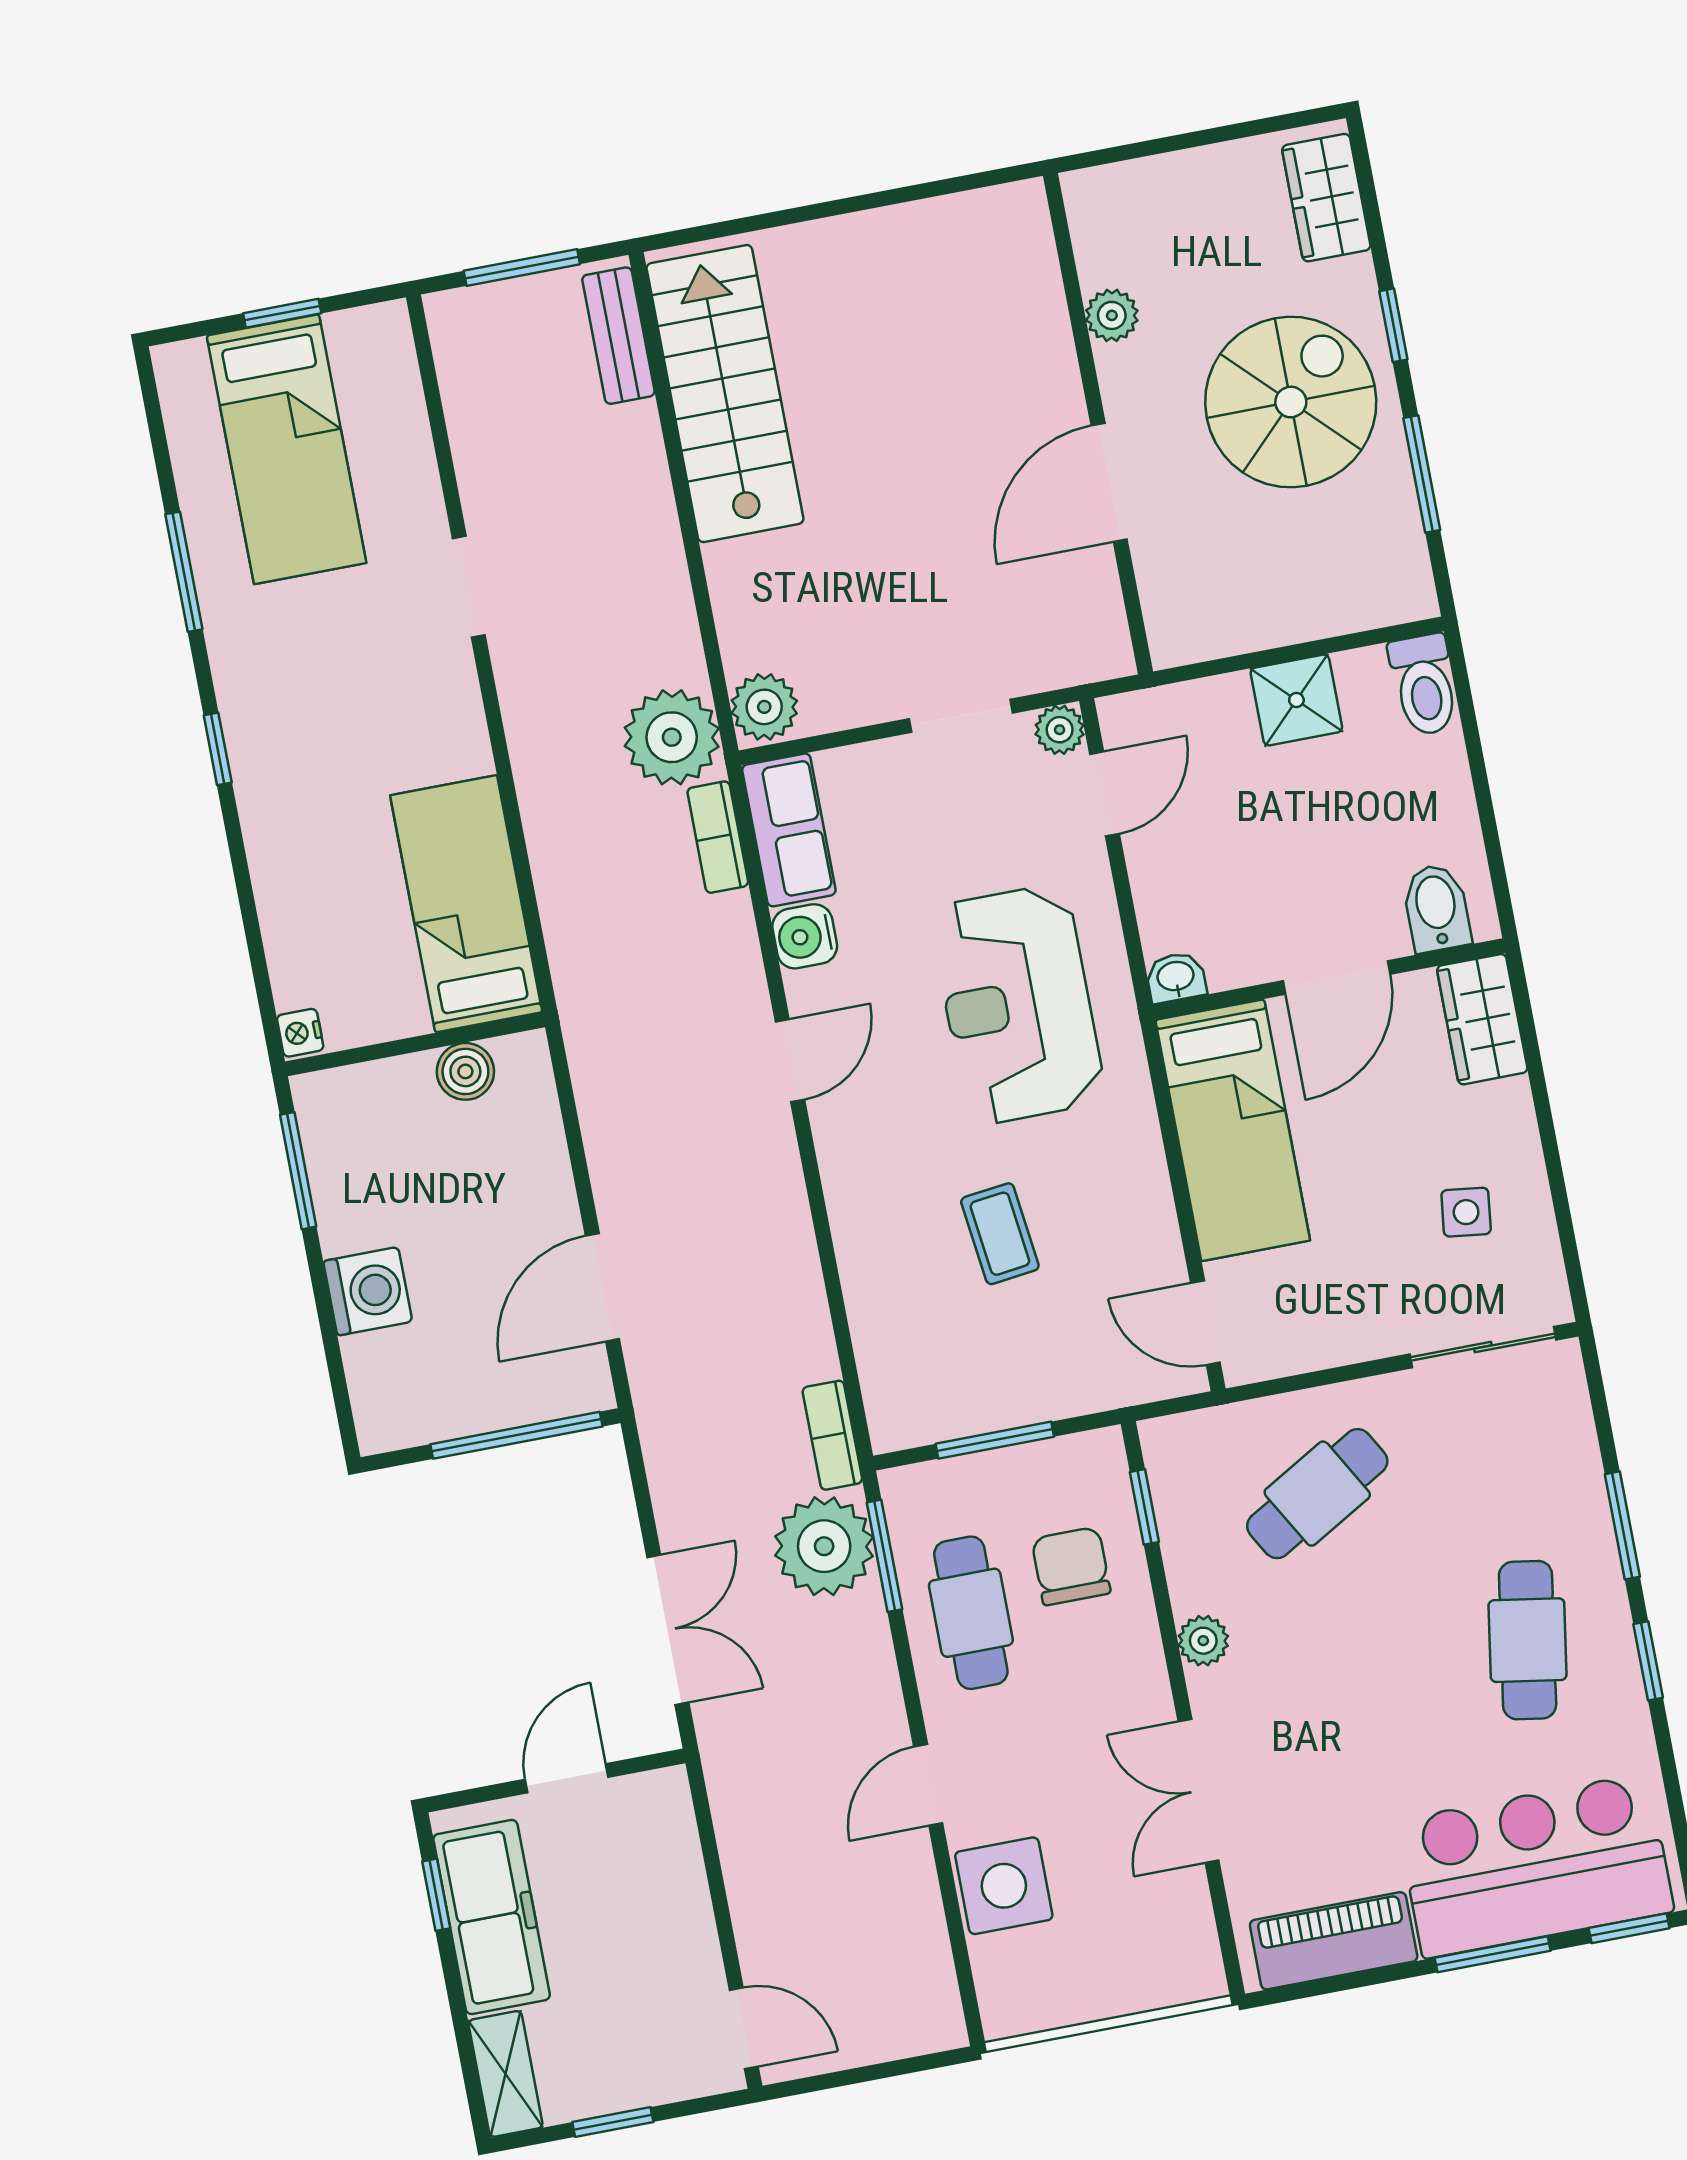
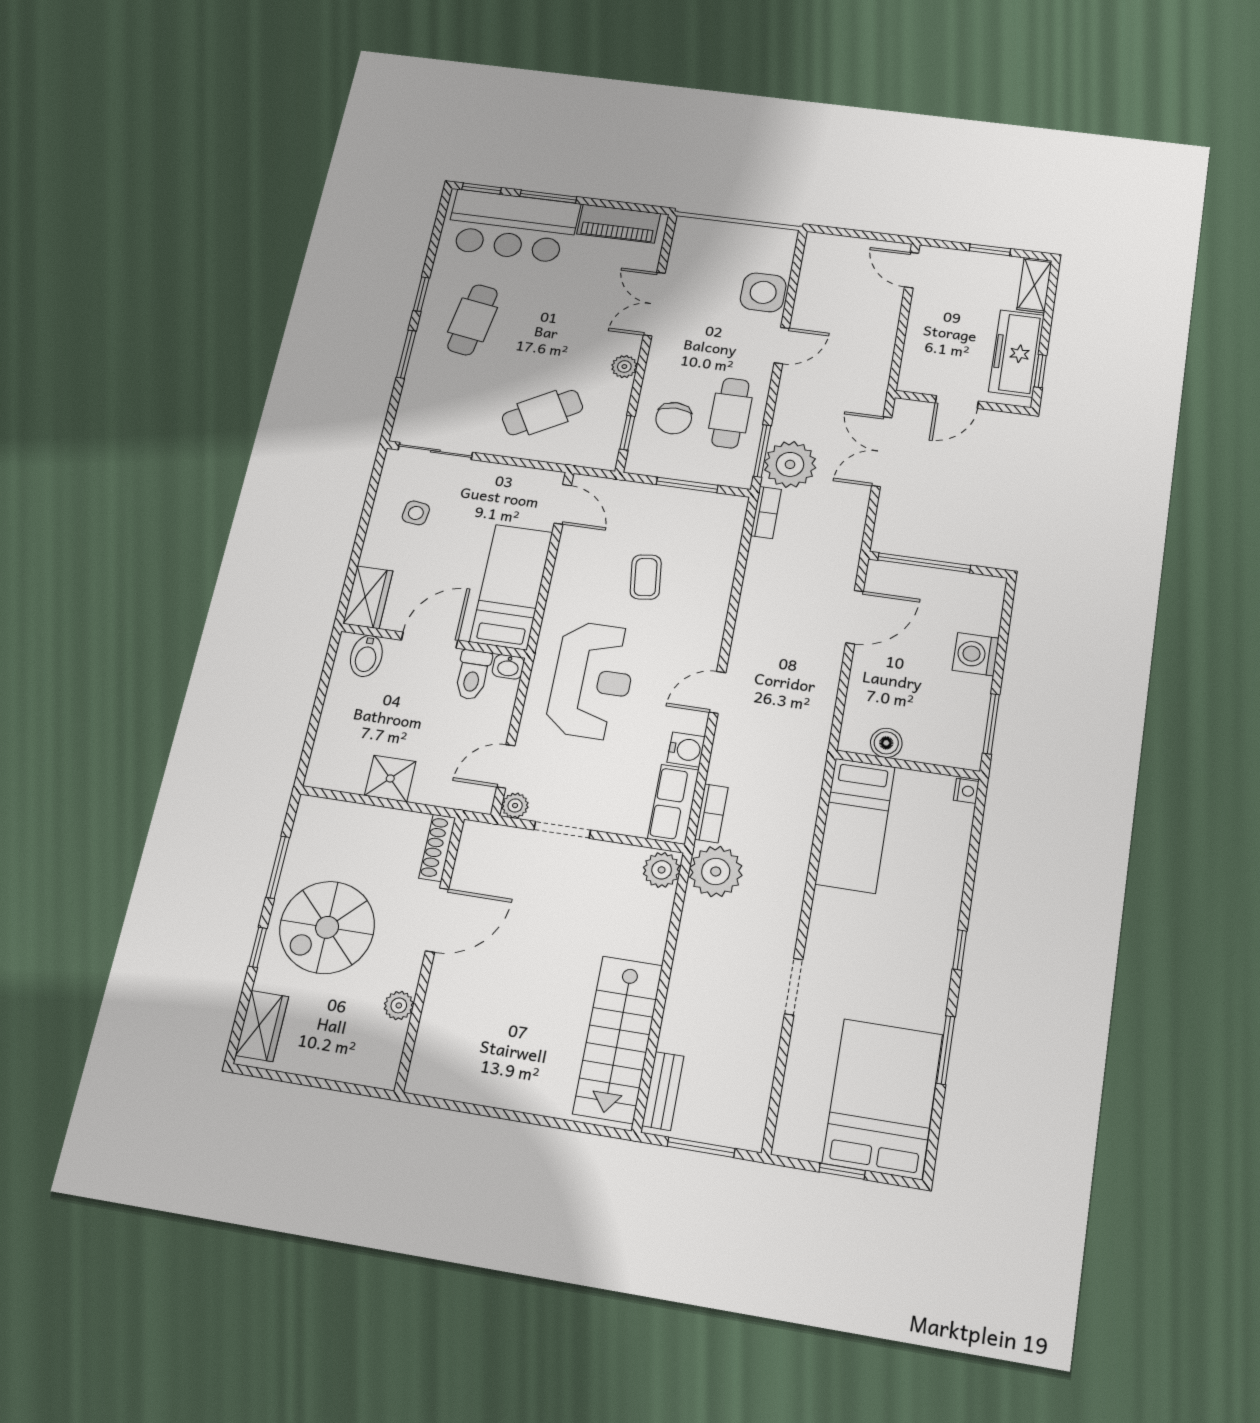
bed: (286, 449) -> (883, 1098), width x1.50
shoe rack: (1162, 607) -> (437, 848), added
toilet: (1424, 685) -> (473, 675), moved, turned 180
double door: (1199, 1791) -> (654, 304), swing flipped

